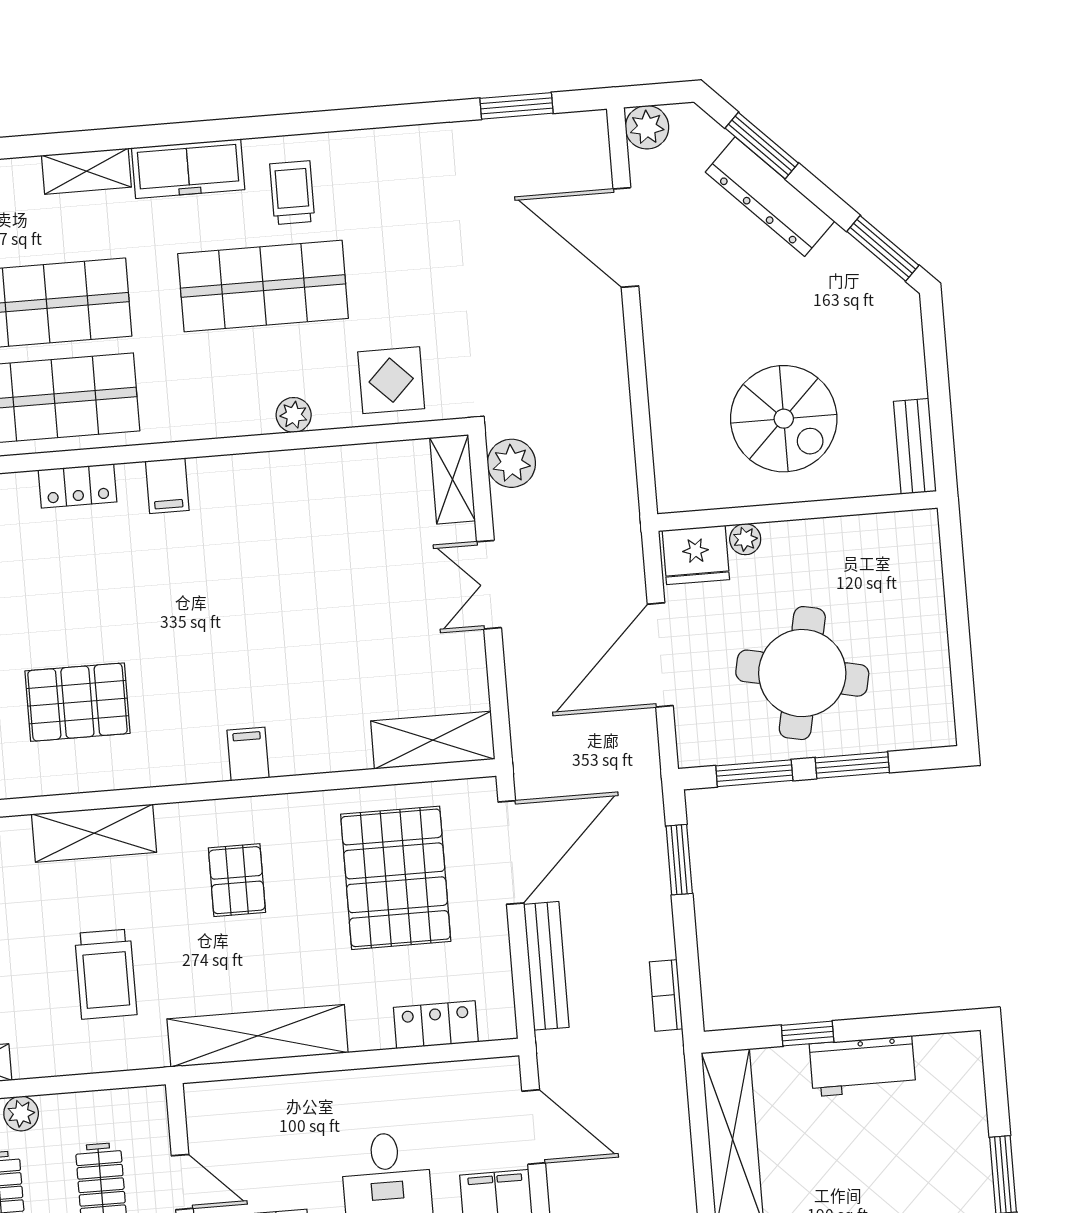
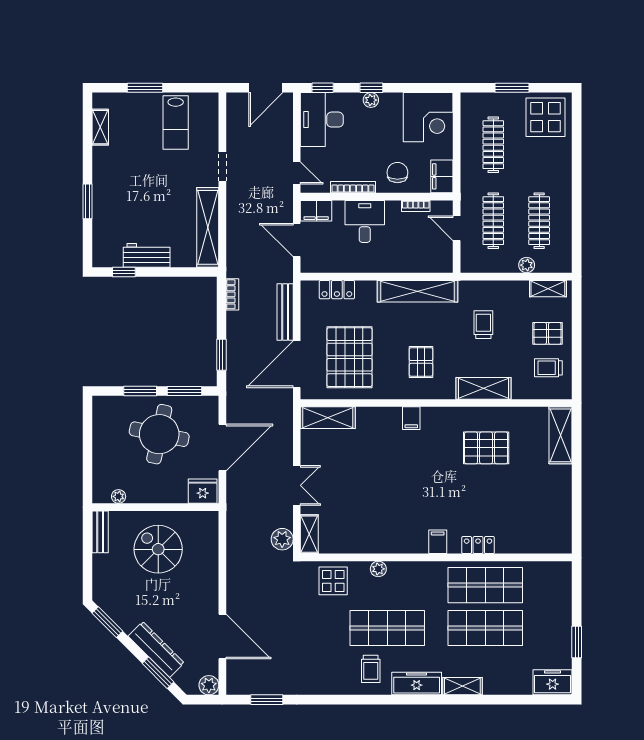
plant: (745, 539) -> (119, 496), moved
trolley: (106, 974) -> (483, 325), width x0.73, depth x0.72
window: (808, 1034) -> (124, 272), moved

